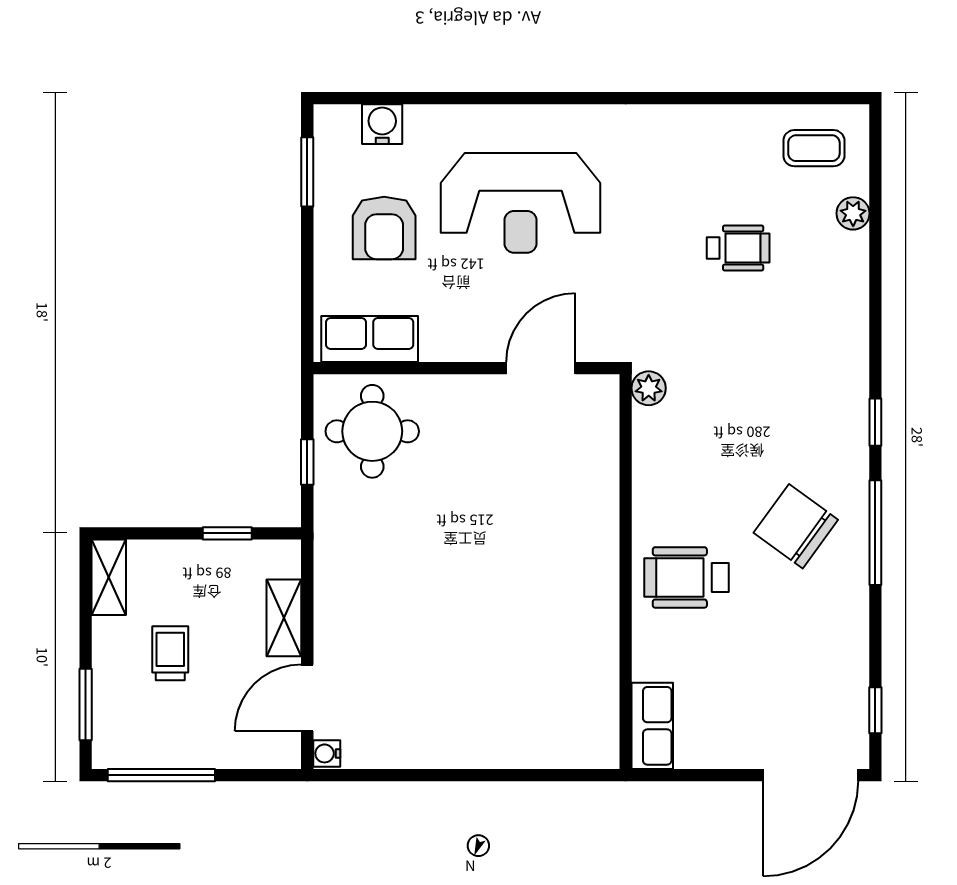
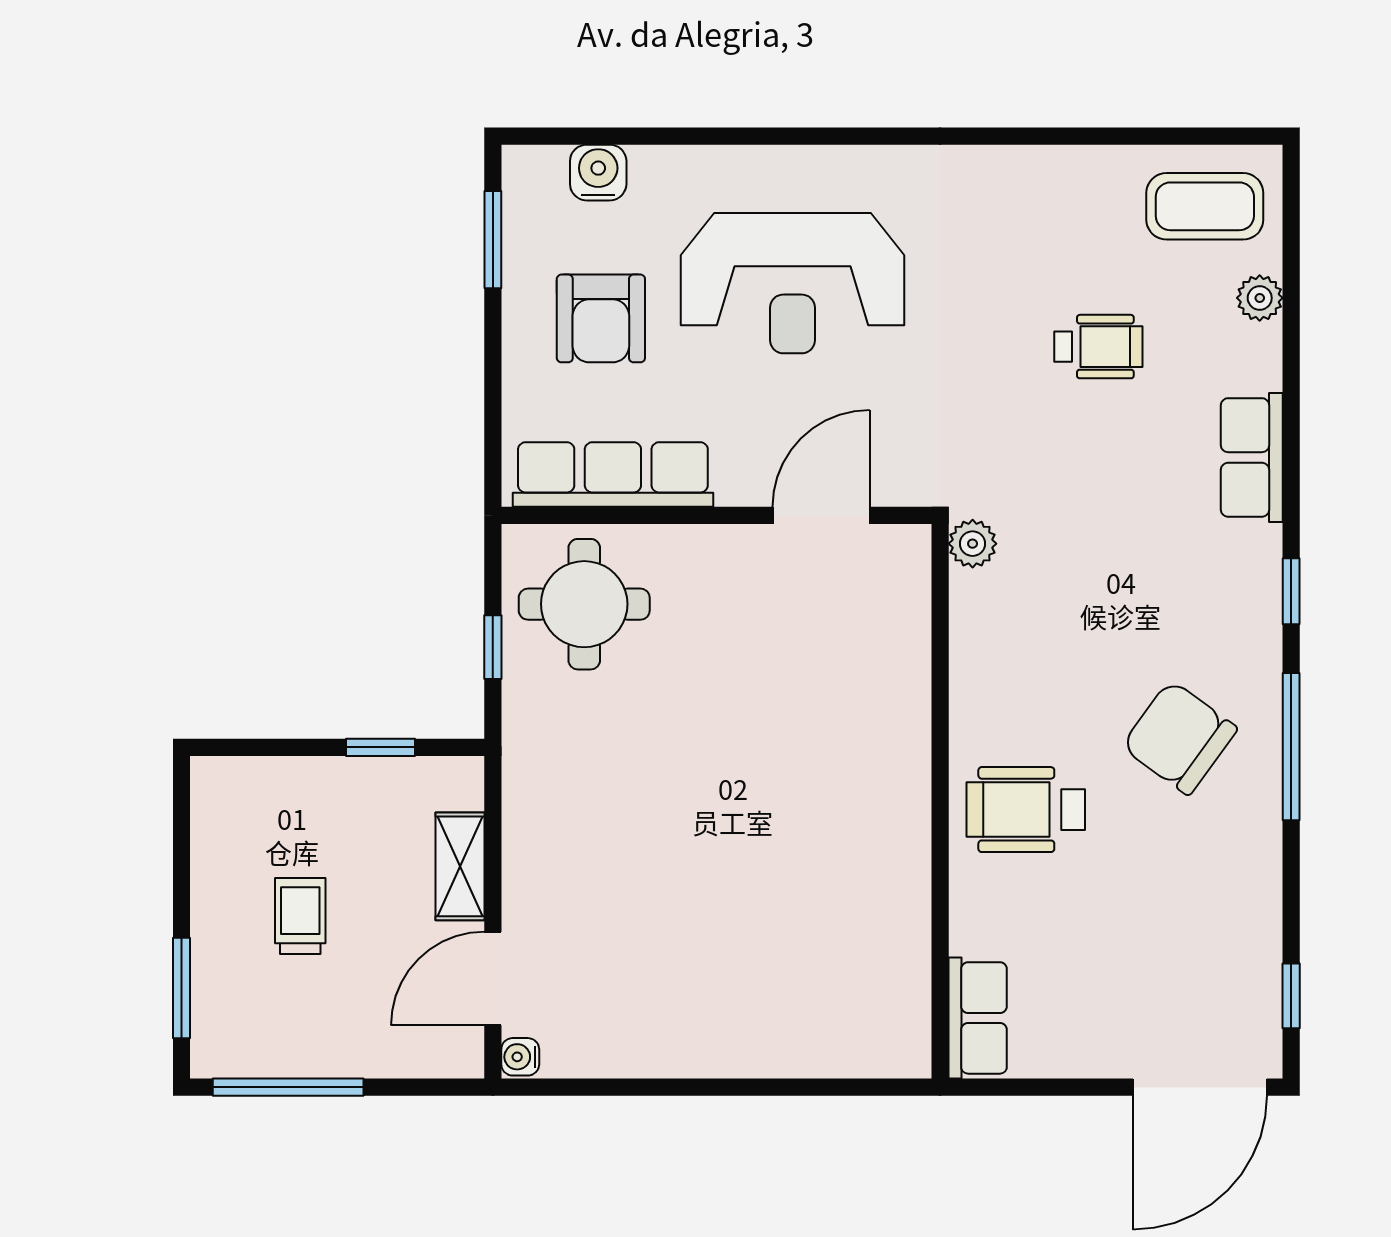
coffee table: (814, 148) -> (1205, 206), width x1.36, depth x1.30
row of seats: (847, 327) -> (1252, 457), added
row of seats: (370, 339) -> (613, 474), width x1.48
shelving: (109, 577) -> (214, 809), removed

